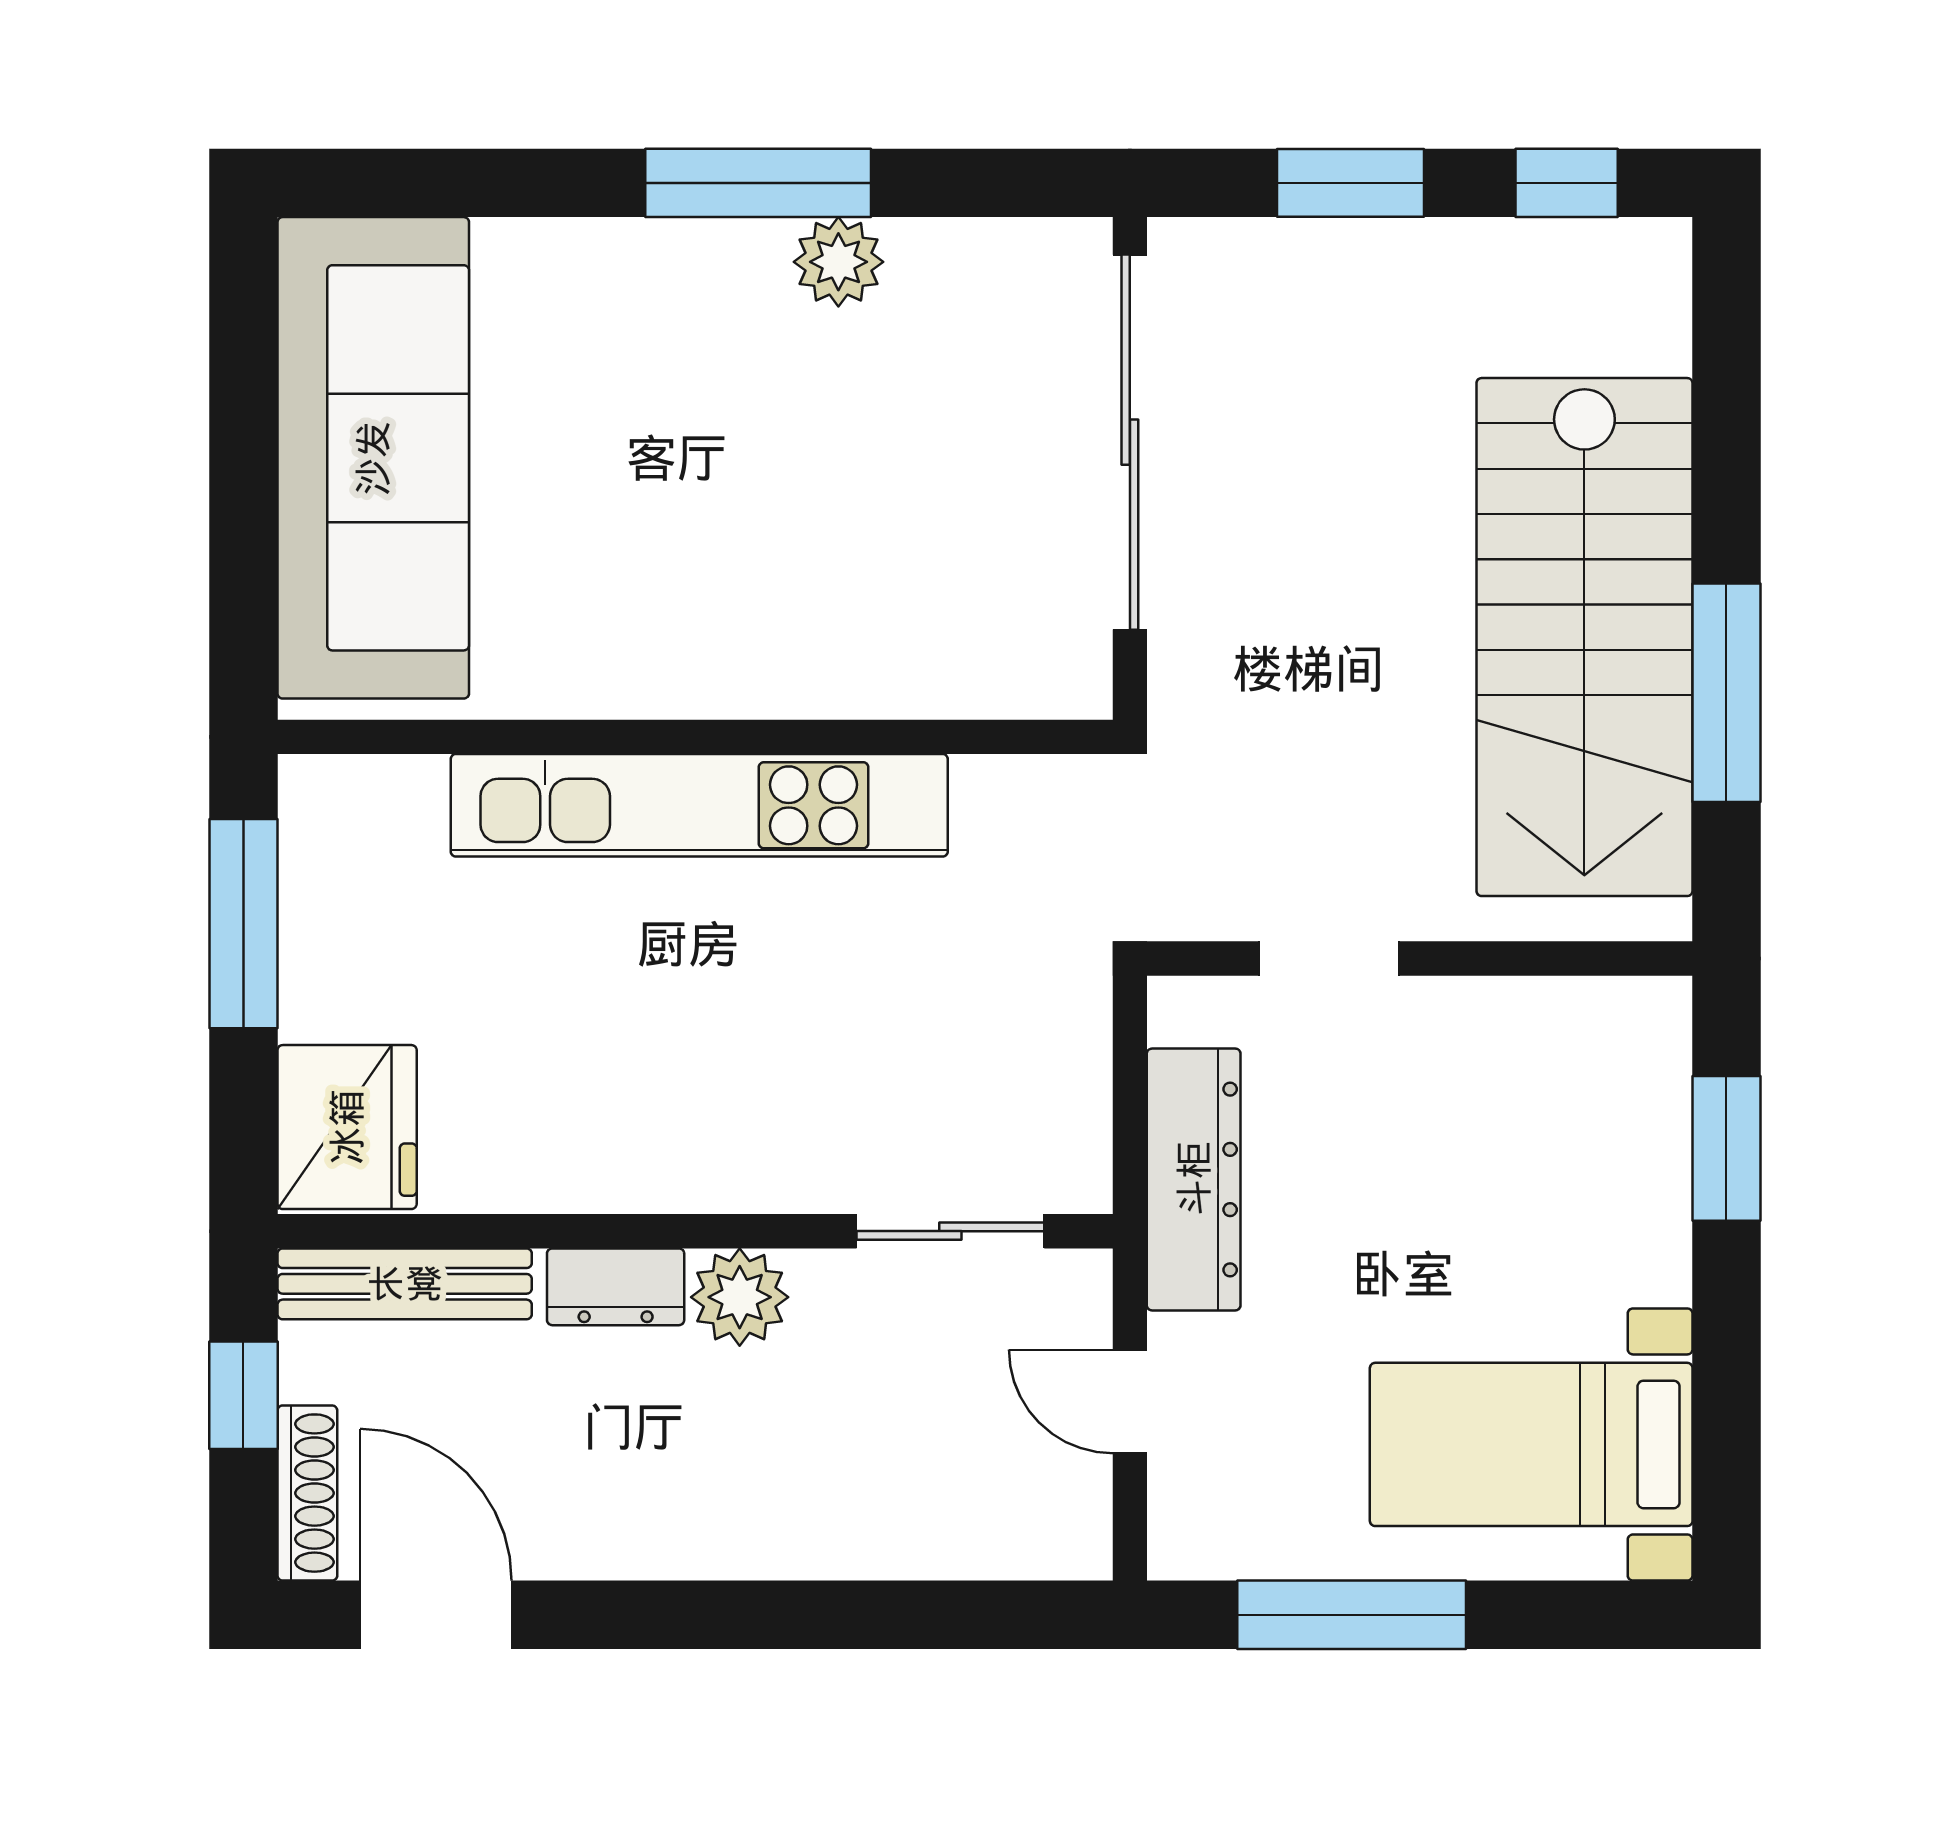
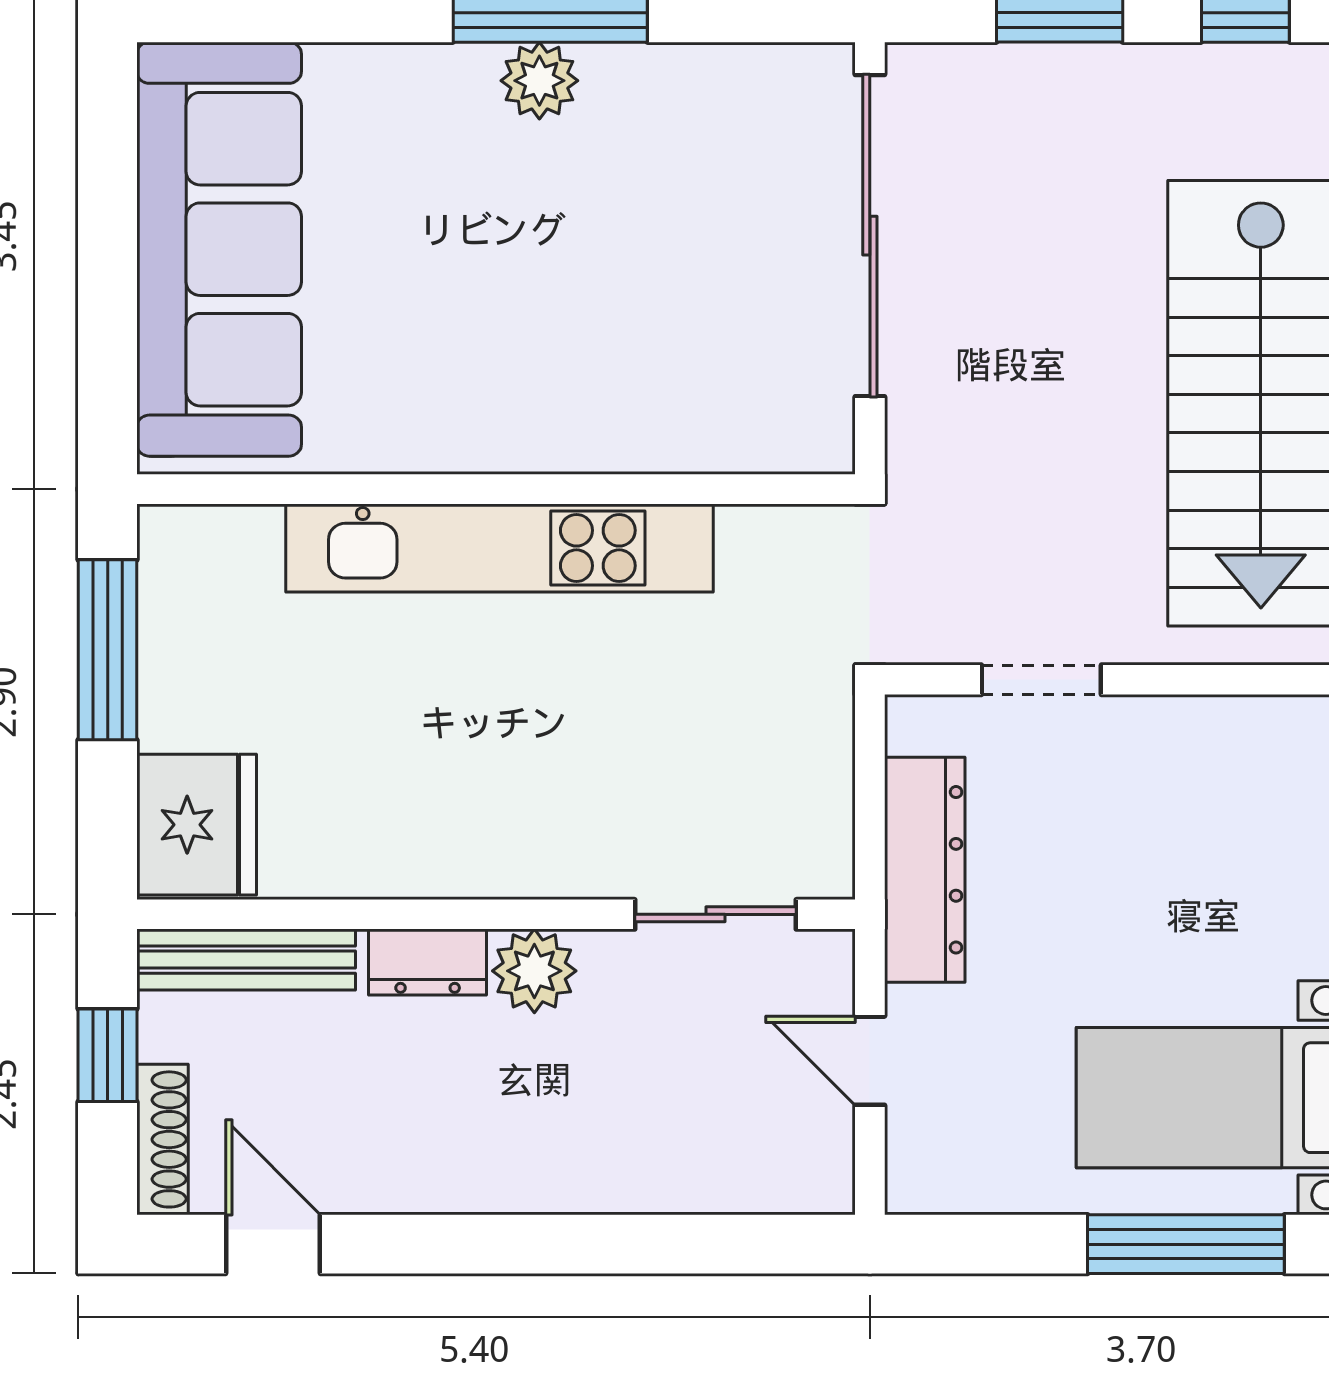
plant: (838, 262) -> (539, 81), moved
door: (436, 1615) -> (273, 1244), width x0.73
window: (1352, 1615) -> (1186, 1244), moved

